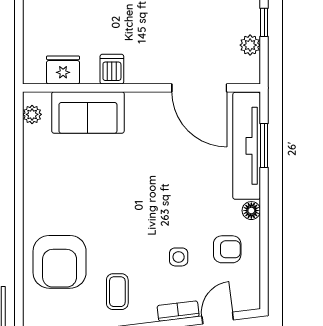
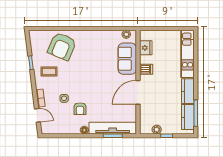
door: (199, 88) -> (138, 92), moved
armchair: (227, 249) -> (80, 109), moved
armchair: (60, 262) -> (62, 46), turned -67

